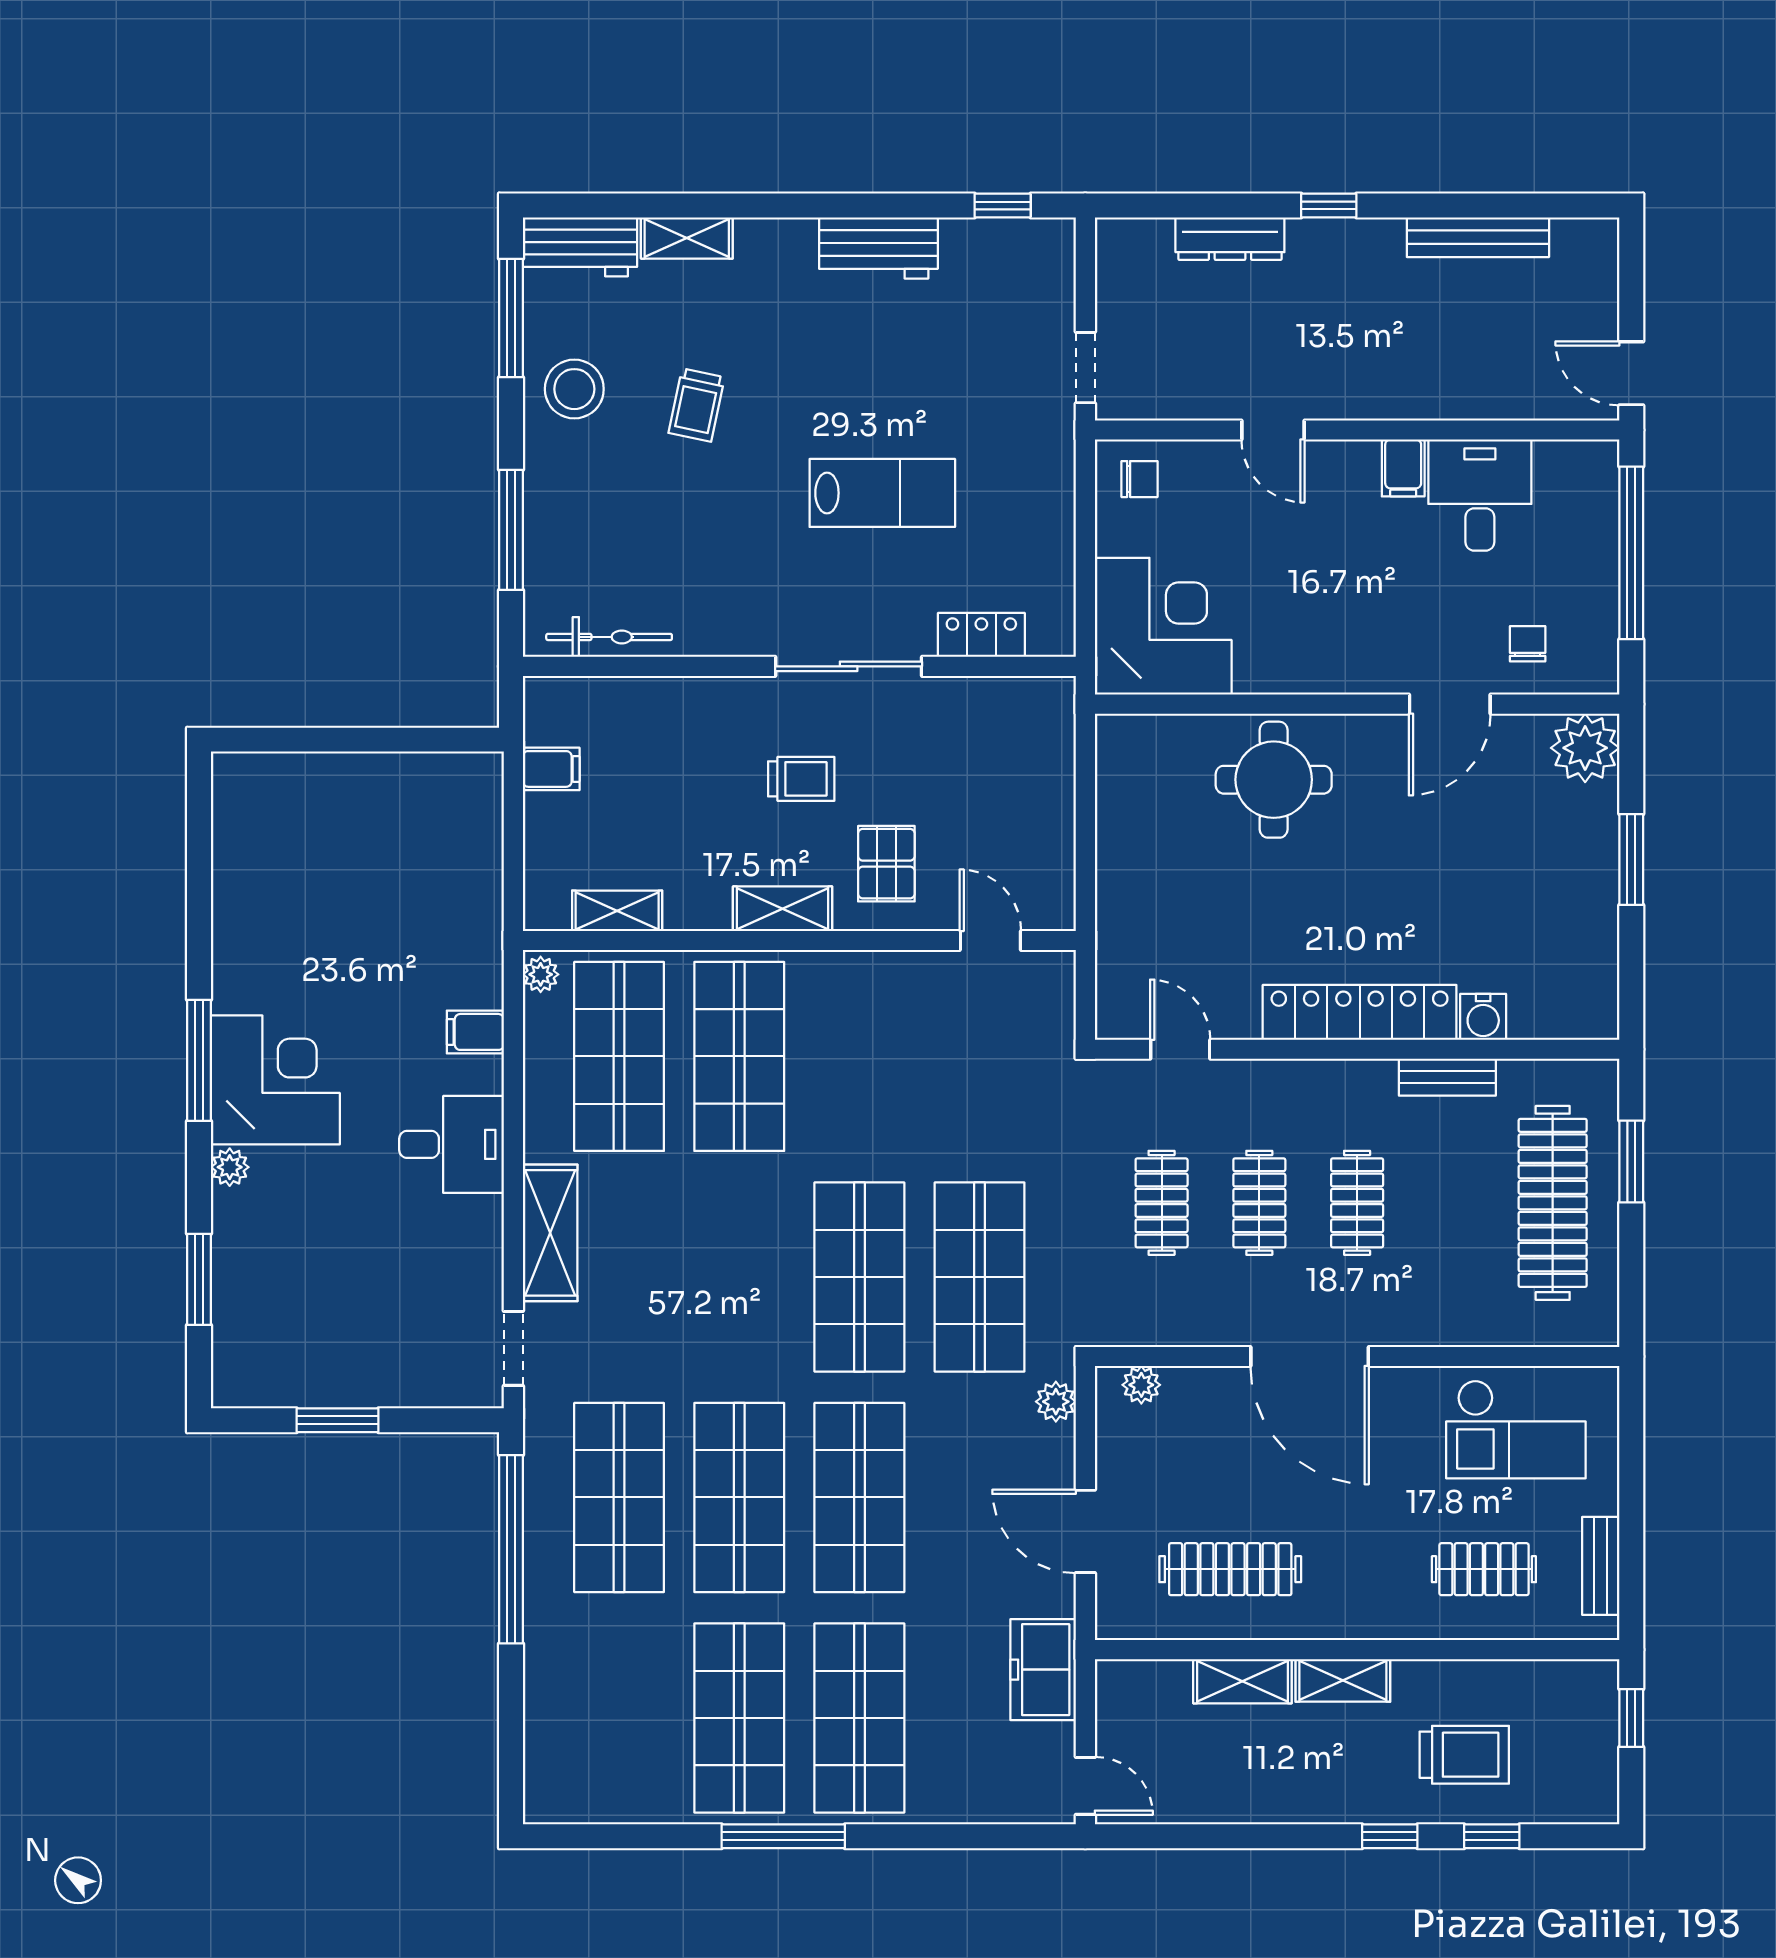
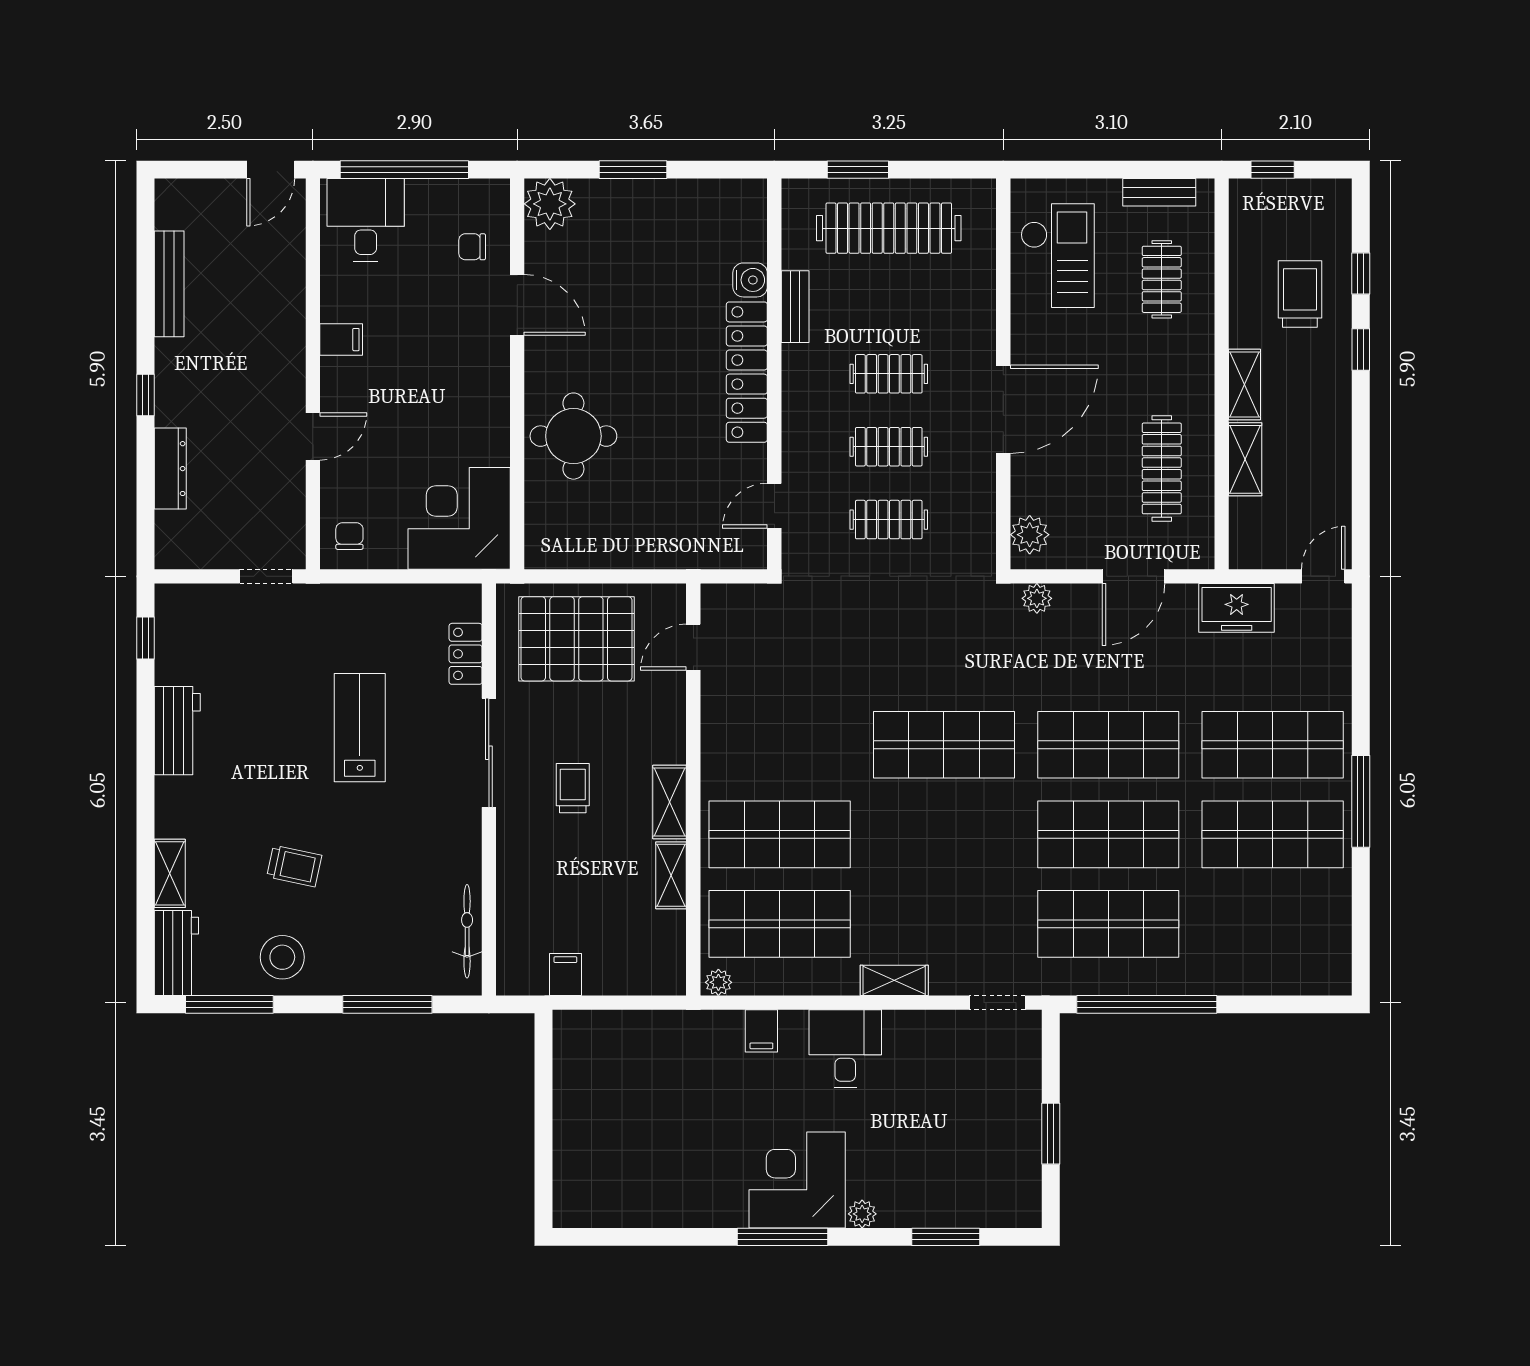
desk: (1480, 495) -> (366, 220), moved, turned 90
pallet: (886, 864) -> (576, 639), moved, width x2.05, depth x2.00
shelving: (617, 911) -> (671, 875), moved
shelving: (550, 1233) -> (894, 980), width x0.67, depth x0.75
shop shelf: (980, 1277) -> (944, 655), removed
plant: (1141, 1385) -> (1030, 535), width x1.38, depth x1.38

